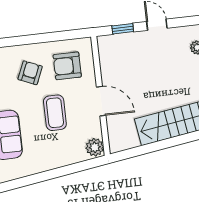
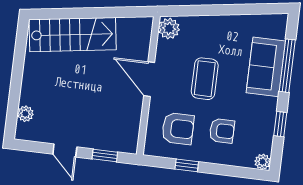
window: (52, 37) -> (187, 165), added
armchair: (30, 73) -> (222, 131), turned -113

